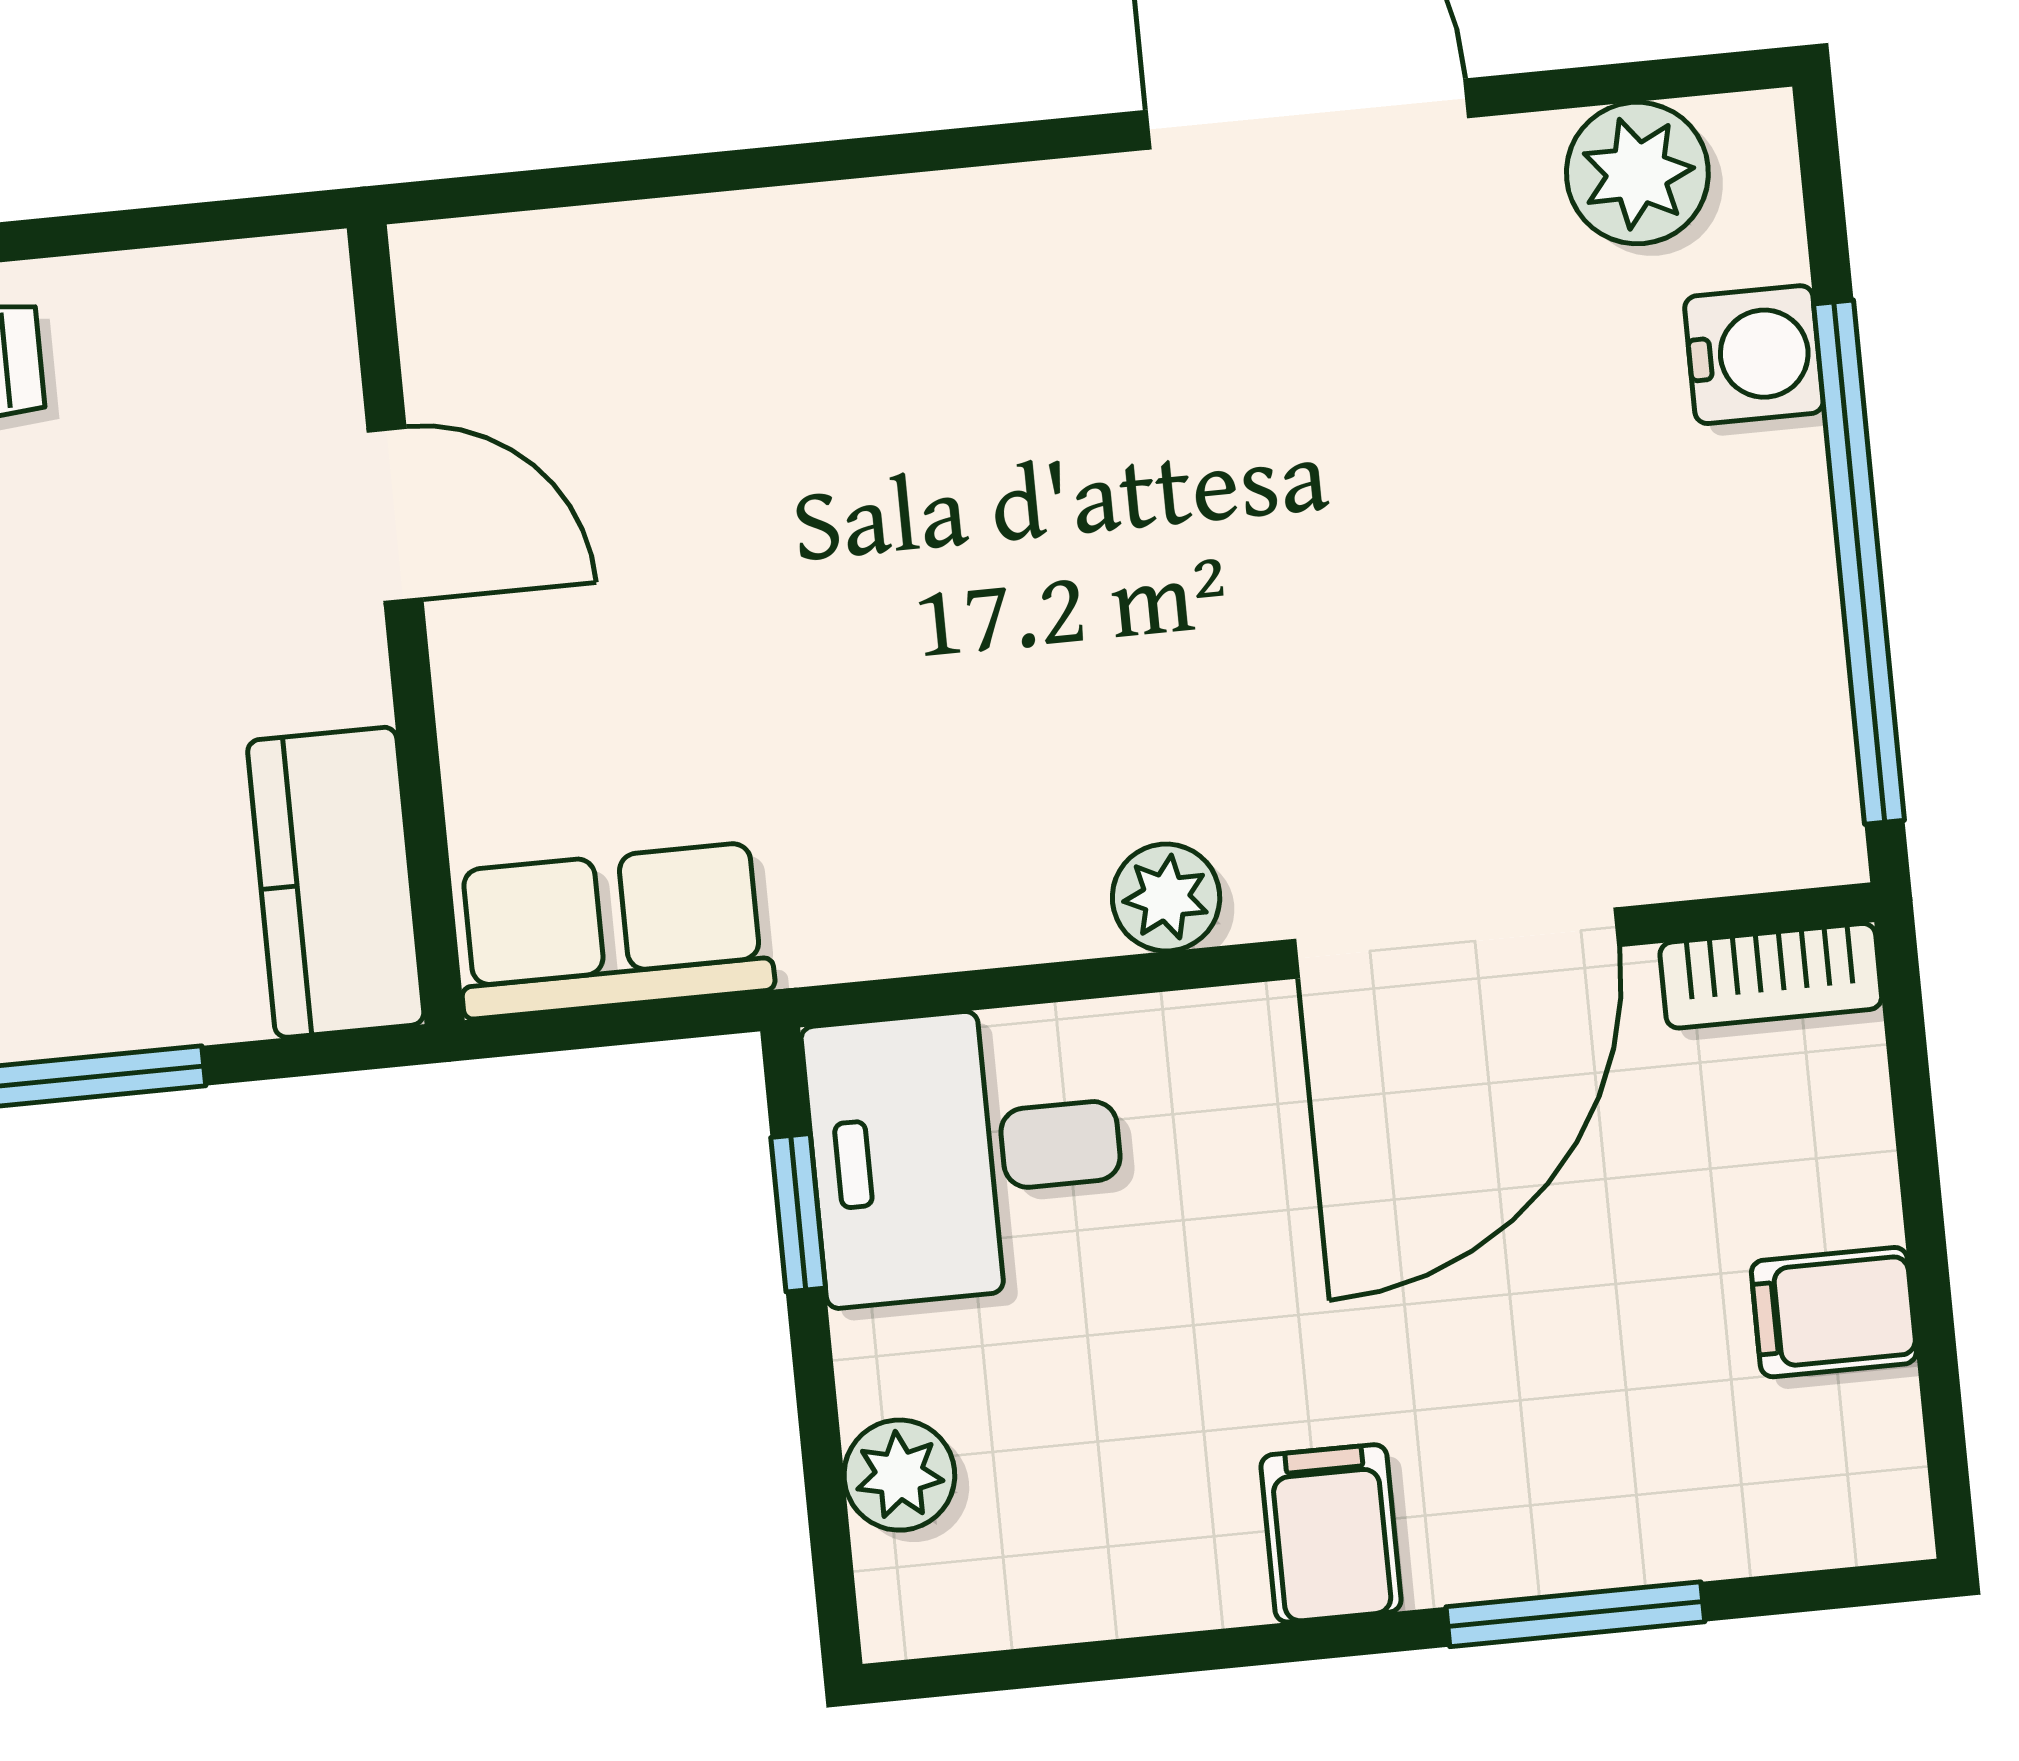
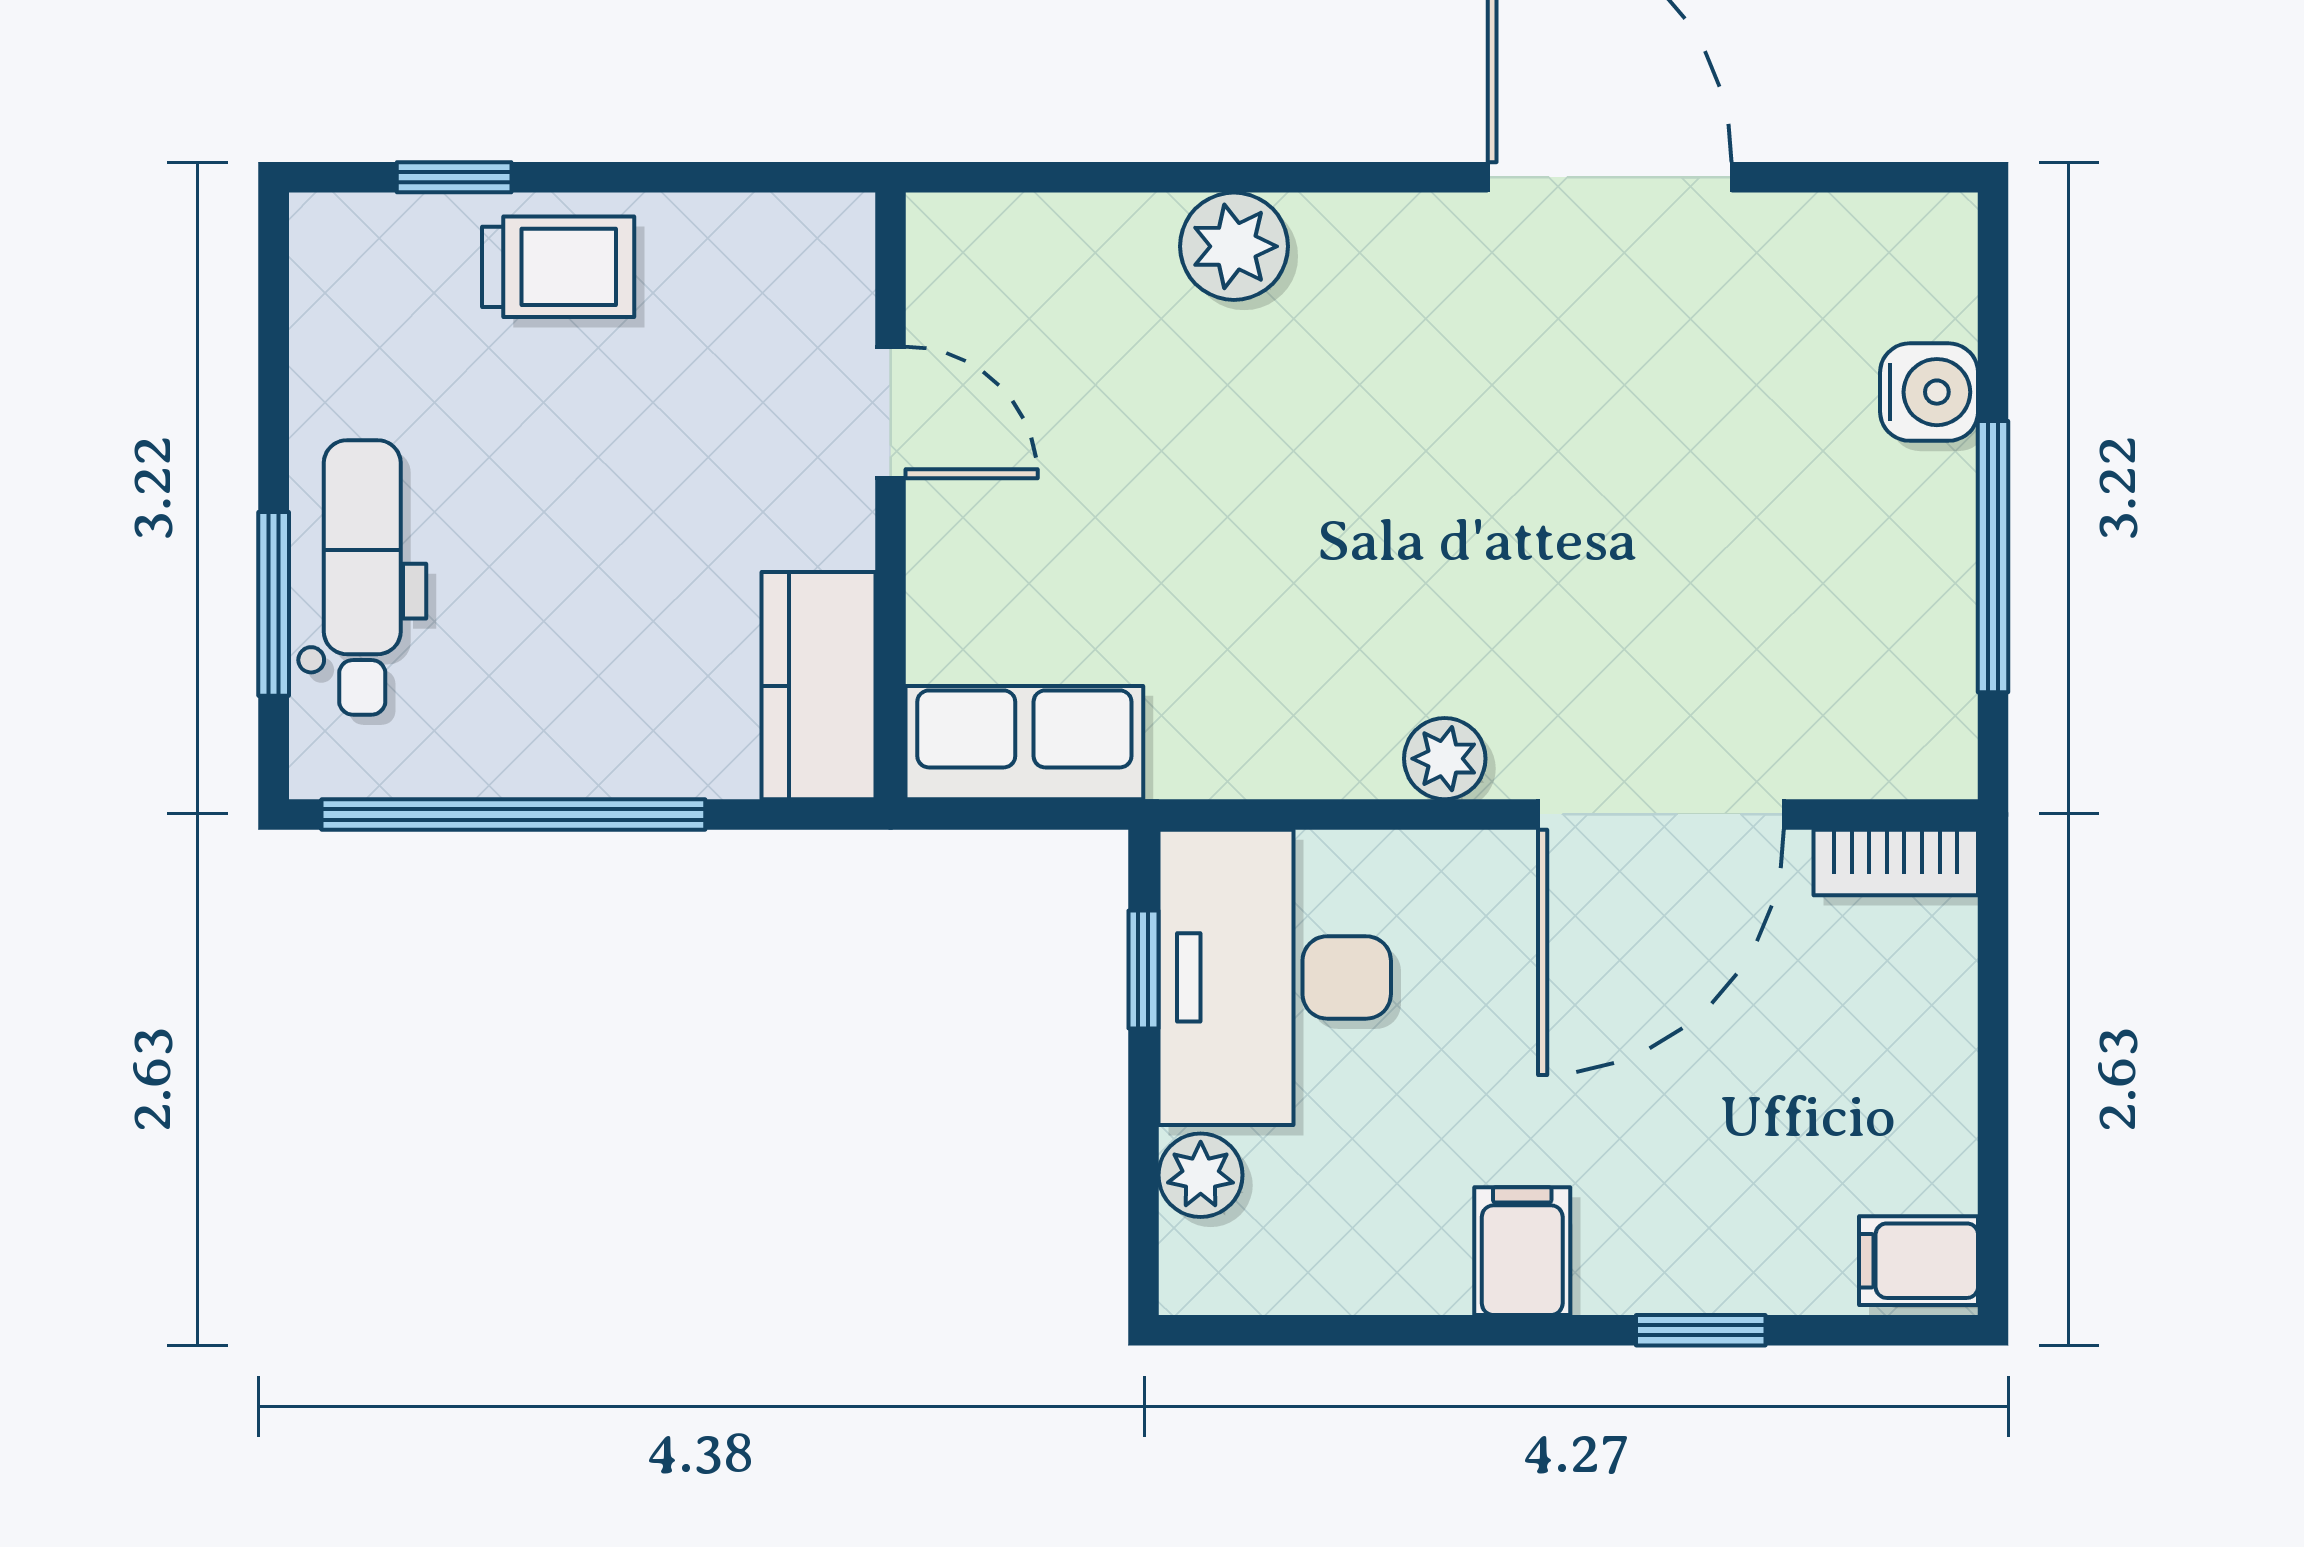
plant: (1637, 173) -> (1234, 246), moved
window: (1859, 562) -> (1993, 557), width x0.68
desk: (966, 1154) -> (1275, 977), width x1.37
filing cabinet: (1834, 1312) -> (1918, 1261), moved
window: (1575, 1614) -> (1701, 1330), width x0.67

